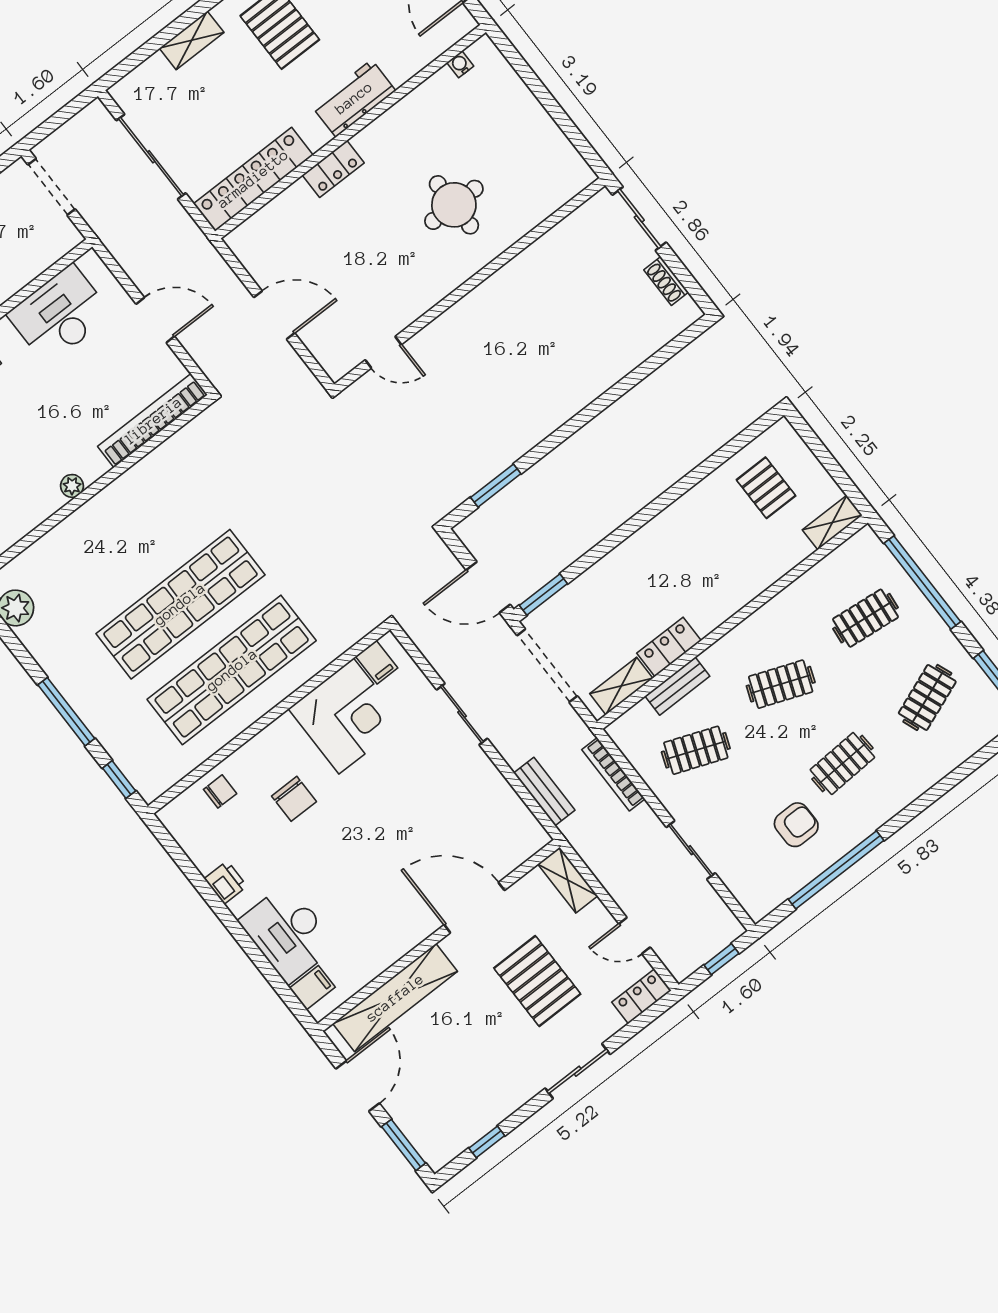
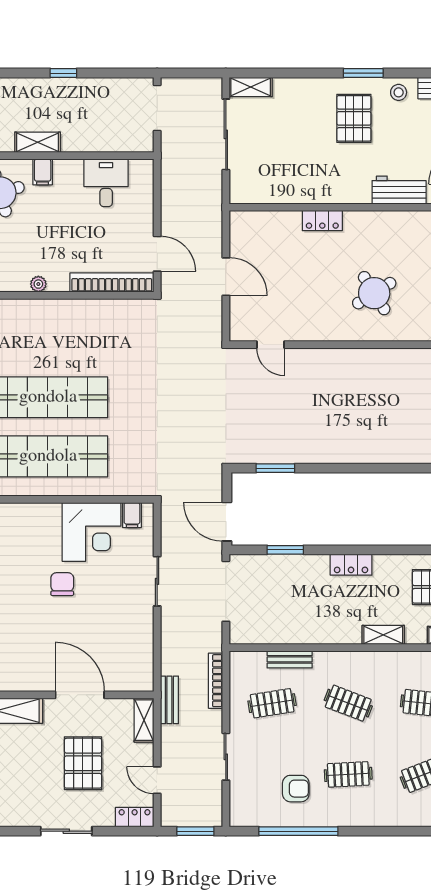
shelving: (192, 40) -> (251, 87), moved
workbench: (354, 98) -> (399, 190), moved
locker: (253, 179) -> (273, 192), removed
round table: (454, 205) -> (374, 293), turned -32
desk: (60, 314) -> (106, 183), width x0.73
door: (155, 320) -> (157, 254), moved
window: (543, 594) -> (285, 550), moved
locker: (669, 647) -> (351, 565), moved, turned 180
shelving: (621, 686) -> (383, 635), moved
clothes rail: (696, 750) -> (272, 703), turned -30
bench: (544, 792) -> (169, 700), moved
chair: (294, 799) -> (62, 584), moved, turned 180
window: (721, 959) -> (195, 831), width x1.50

